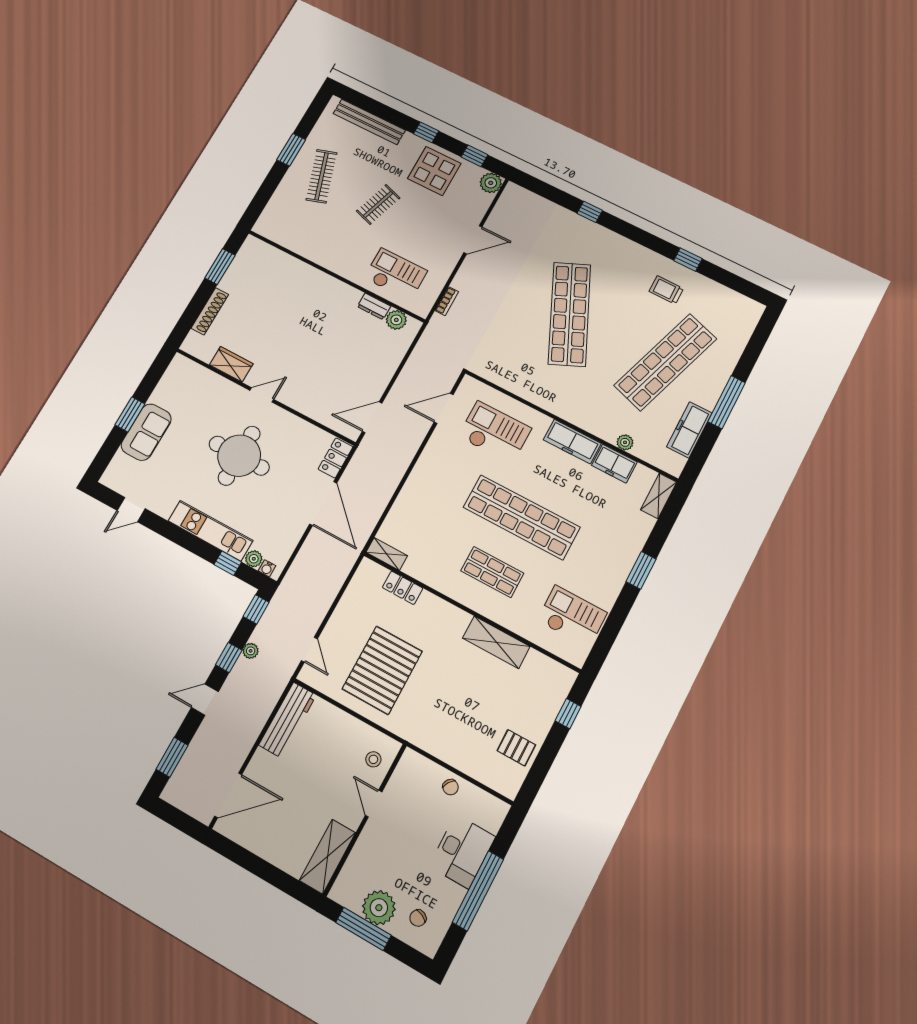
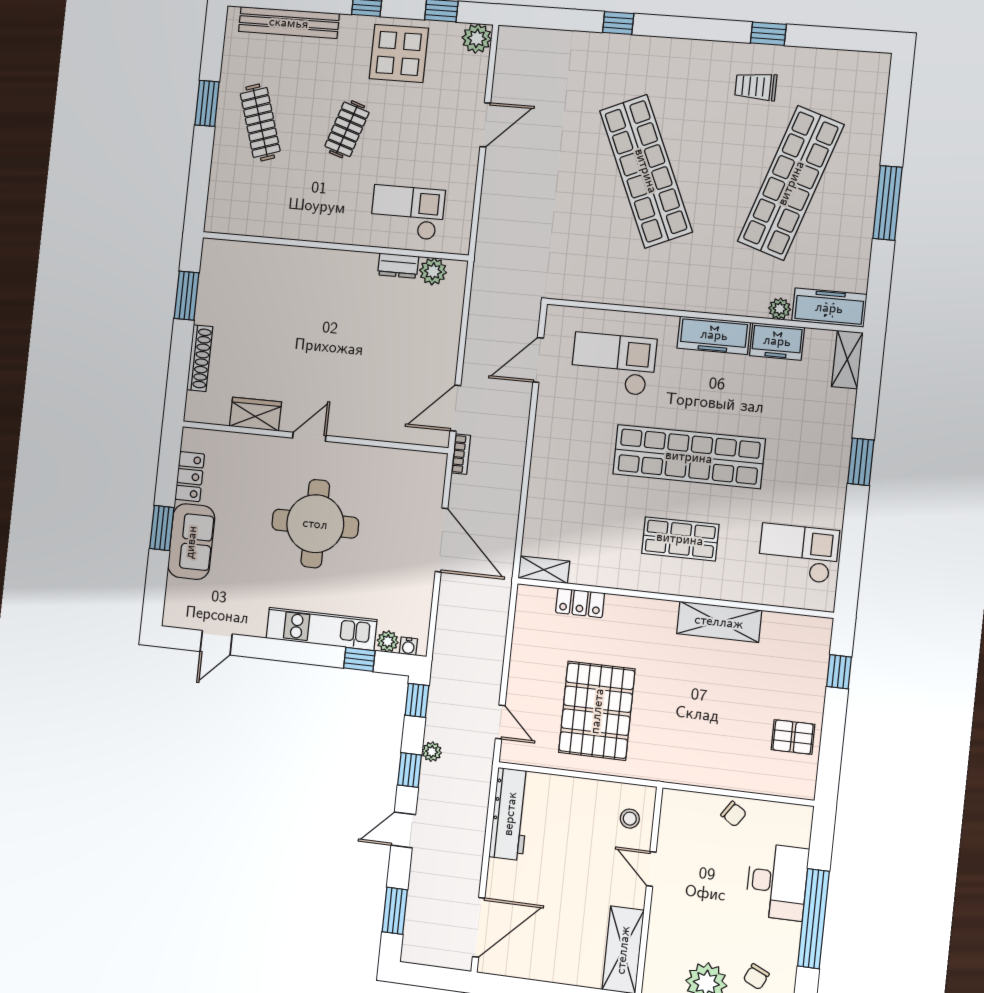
bookcase: (447, 301) -> (461, 454), moved
freezer: (689, 430) -> (829, 308), moved, turned 90
locker: (336, 458) -> (190, 477), moved, turned 180

